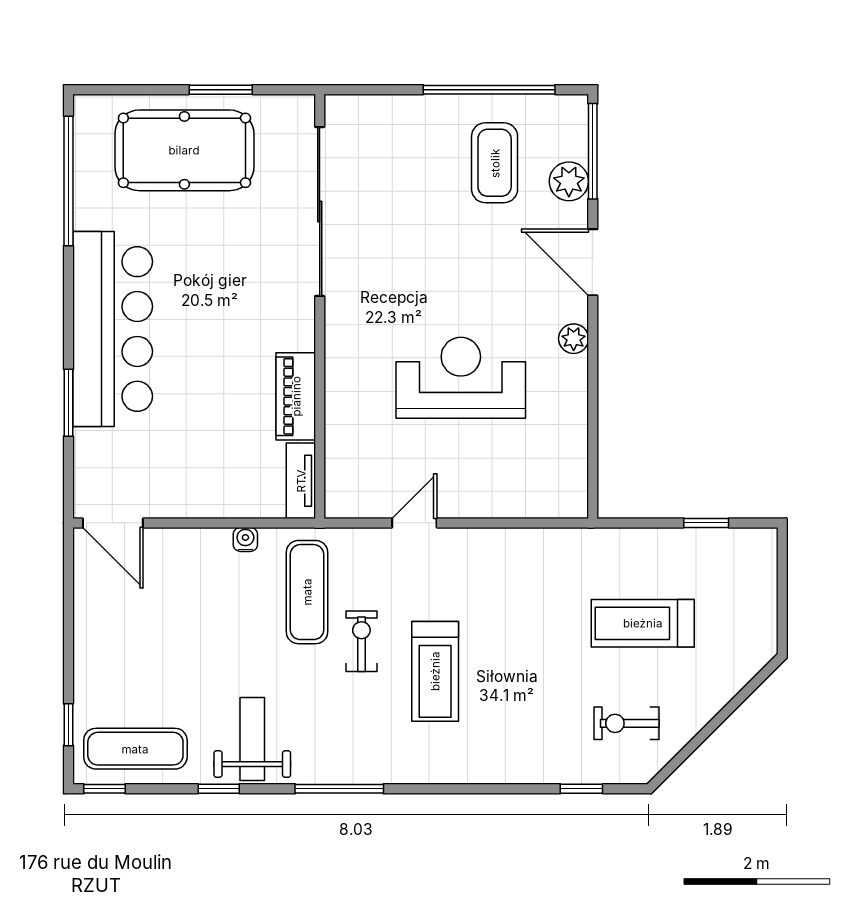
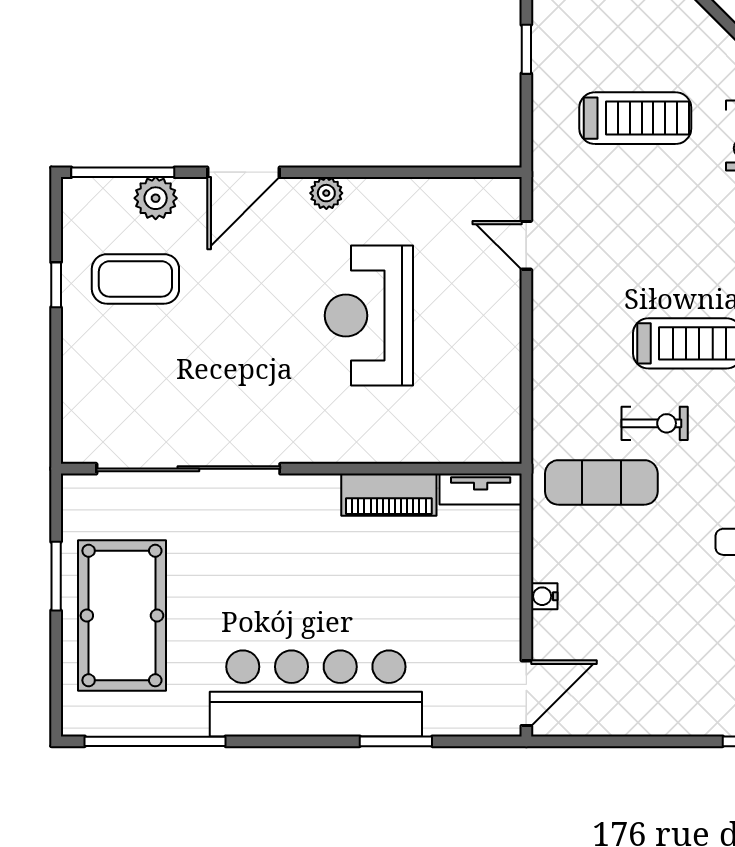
window: (489, 90) -> (56, 285), width x0.32
door: (414, 523) -> (526, 245), moved
water cooler: (245, 539) -> (544, 596), moved
treadmill: (643, 623) -> (635, 118), turned -90
exercise bike: (361, 641) -> (655, 423), turned 180

